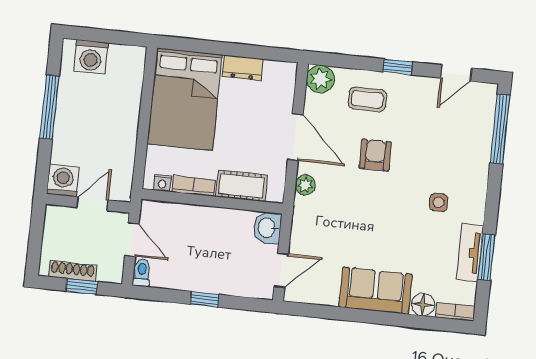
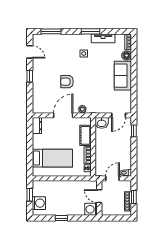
window: (113, 37) -> (30, 195), added
dresser: (243, 68) -> (37, 126), moved
plant: (320, 79) -> (38, 108), removed
bed: (185, 99) -> (52, 158), width x0.67
coffee table: (367, 99) -> (44, 87), removed
window: (49, 107) -> (61, 218), width x0.46
window: (500, 129) -> (51, 31), width x0.69
window: (487, 257) -> (91, 31), moved
door: (281, 270) -> (119, 115), swing flipped
window: (205, 299) -> (134, 131), moved

